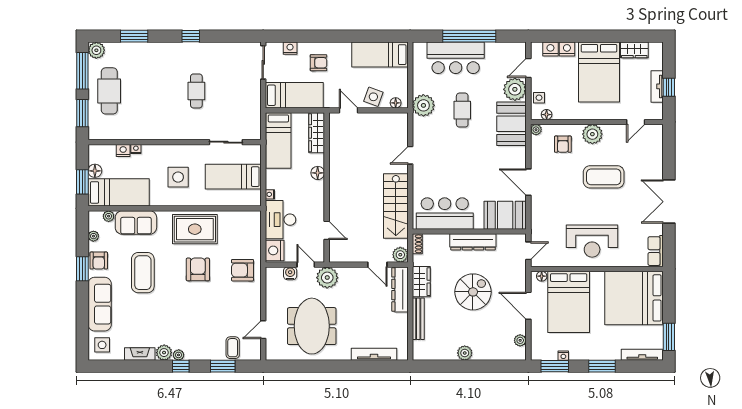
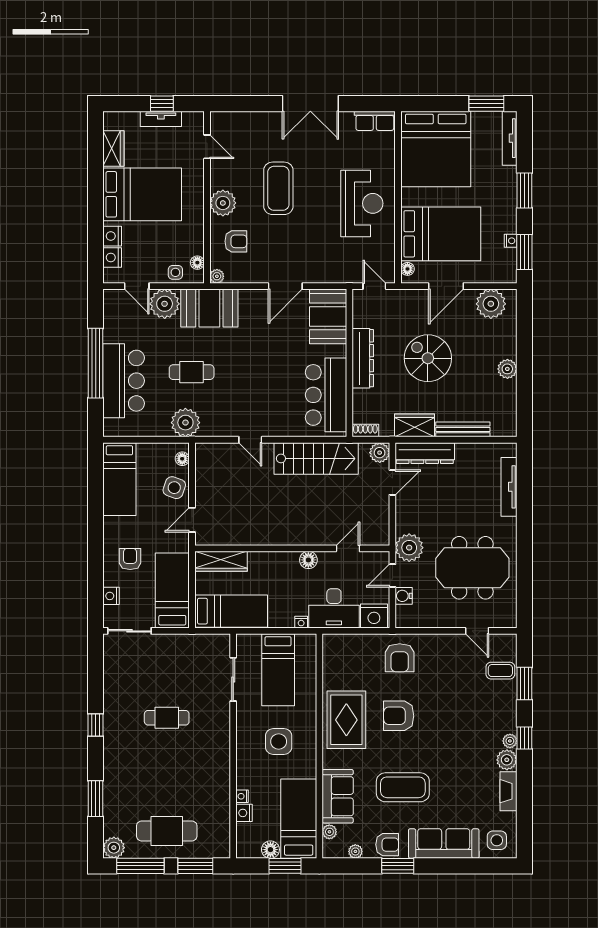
floor lamp: (318, 173) -> (308, 560), moved
plant: (520, 340) -> (491, 304), width x1.88, depth x1.88

